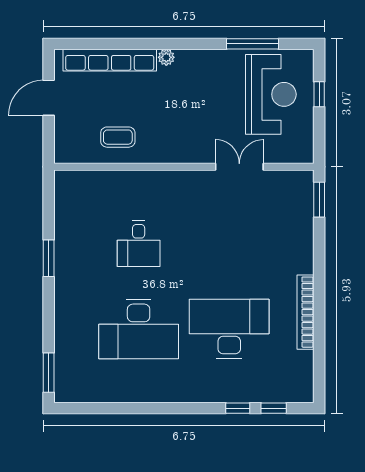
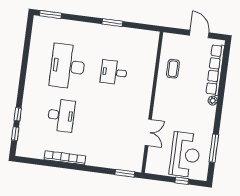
reception desk: (271, 94) -> (185, 155), turned -90
desk: (229, 329) -> (61, 115), width x0.73, depth x0.77

